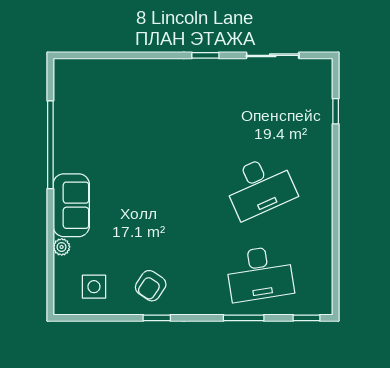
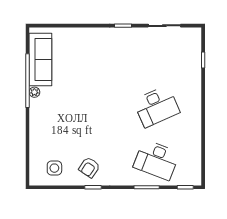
sofa: (71, 205) -> (40, 59), moved, width x1.36
plant: (62, 247) -> (34, 92), moved
desk: (260, 273) -> (156, 160), turned 30

